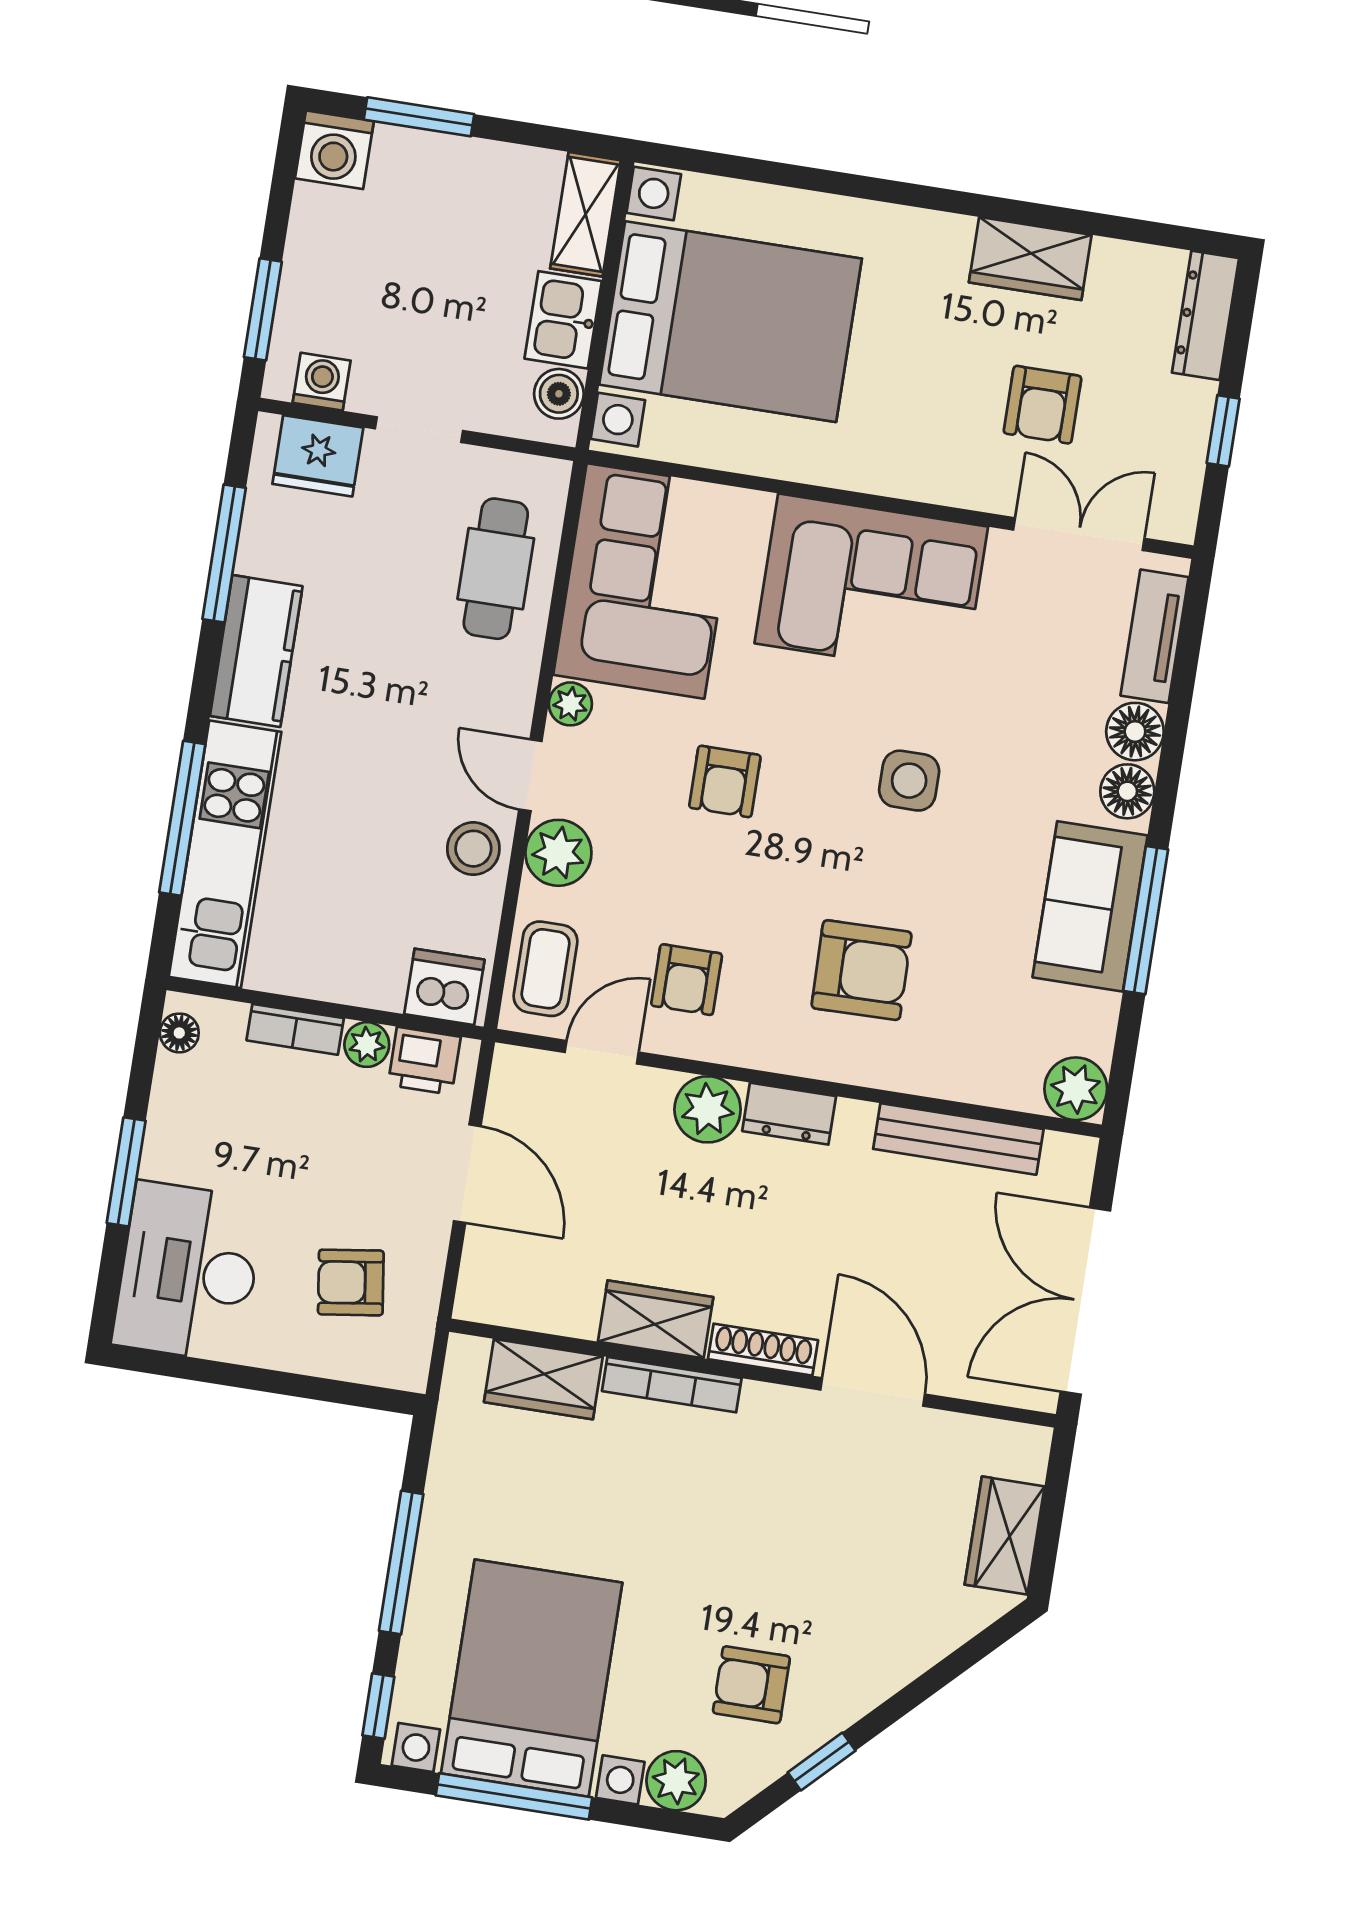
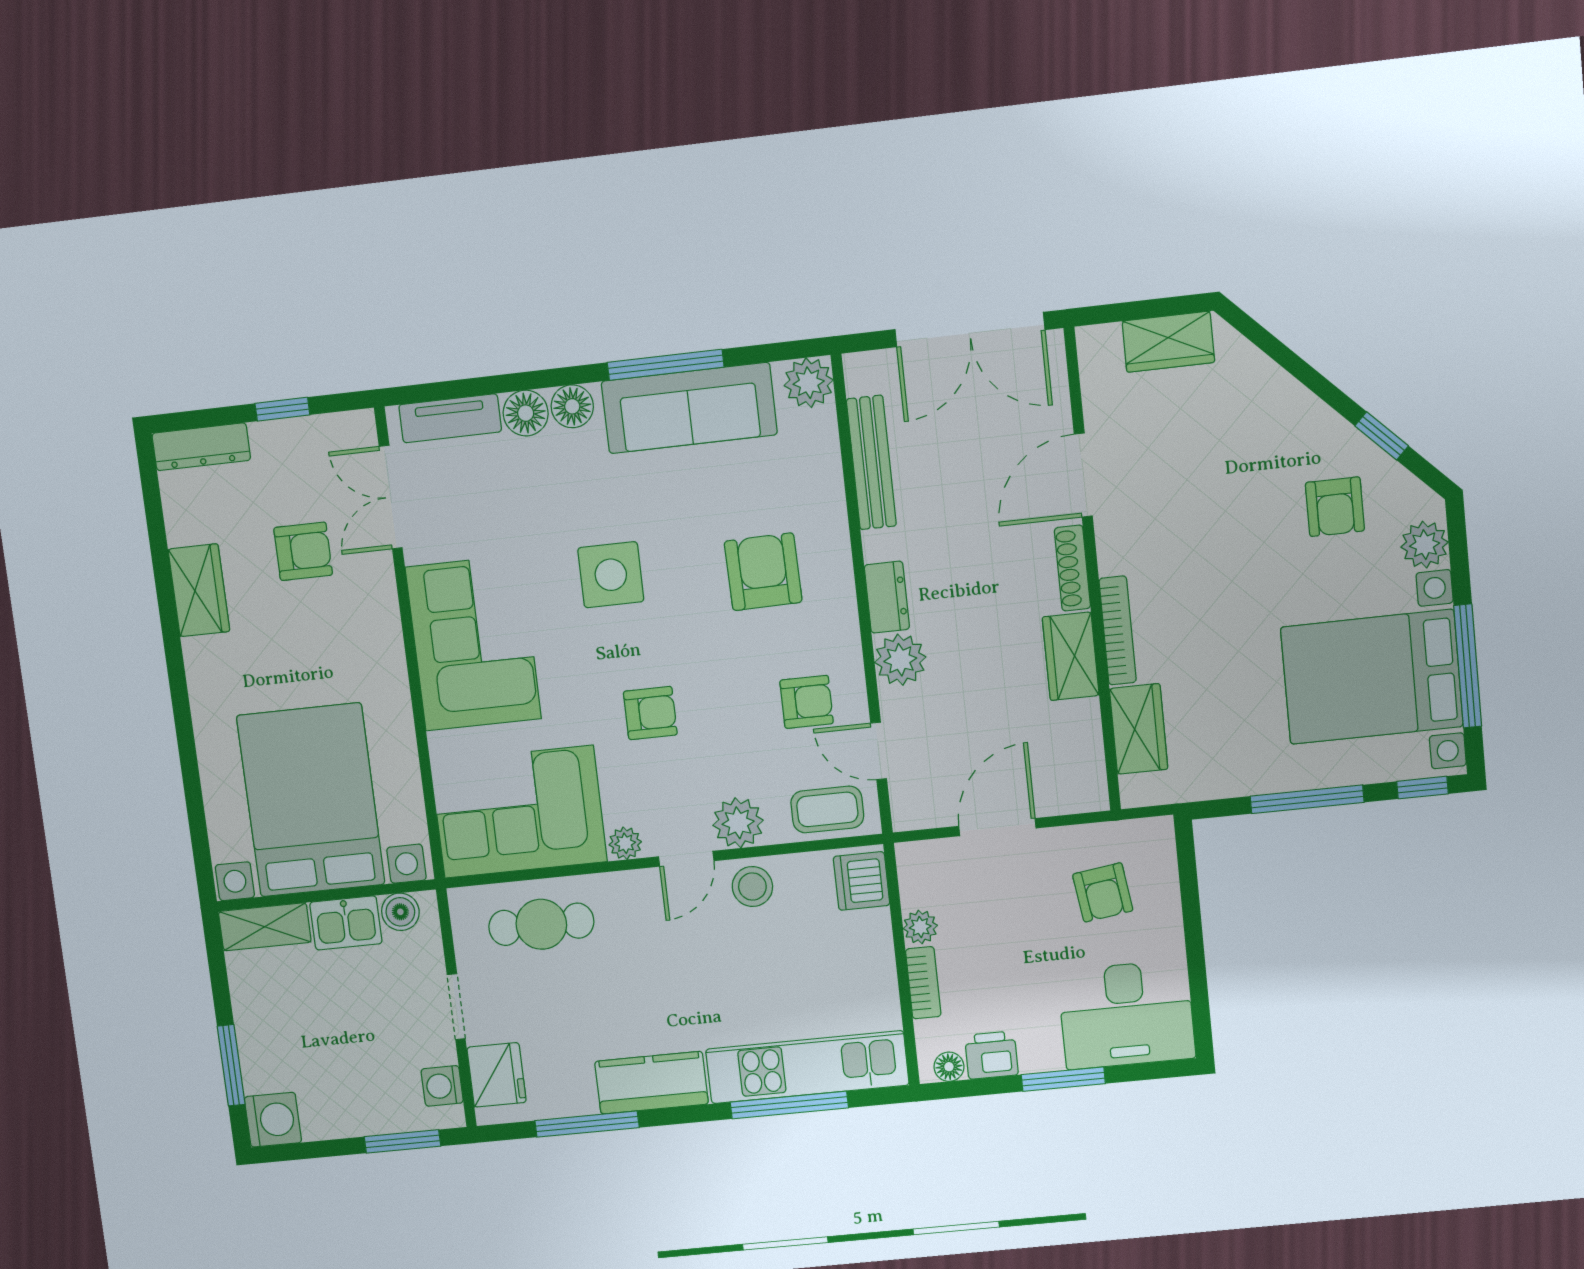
side table: (909, 781) -> (611, 575), width x1.37, depth x1.37
sofa: (1090, 906) -> (689, 408), width x1.36
printer: (424, 1061) -> (991, 1055), moved, turned -90

